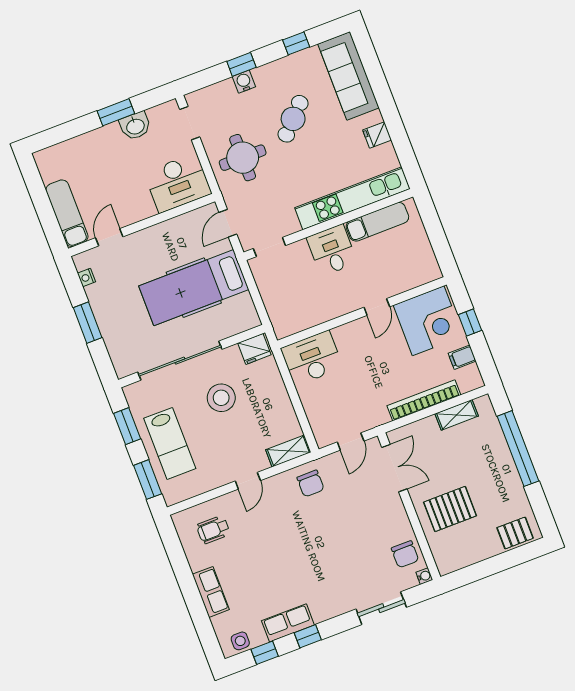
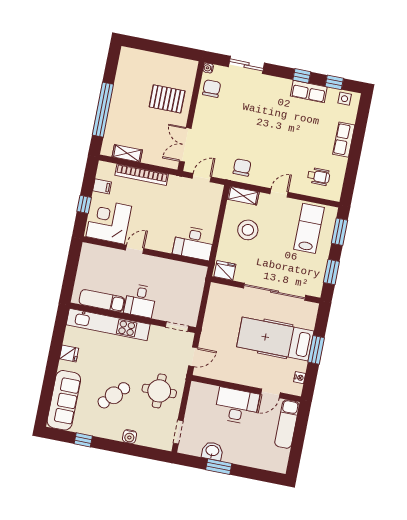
window: (241, 64) -> (124, 448), removed
desk: (178, 183) -> (237, 406), moved
hospital bed: (194, 288) -> (275, 339), moved, turned 180
stool: (221, 398) -> (248, 230), moved
lab bench: (170, 443) -> (309, 228), moved
pallet: (515, 533) -> (137, 60), removed

